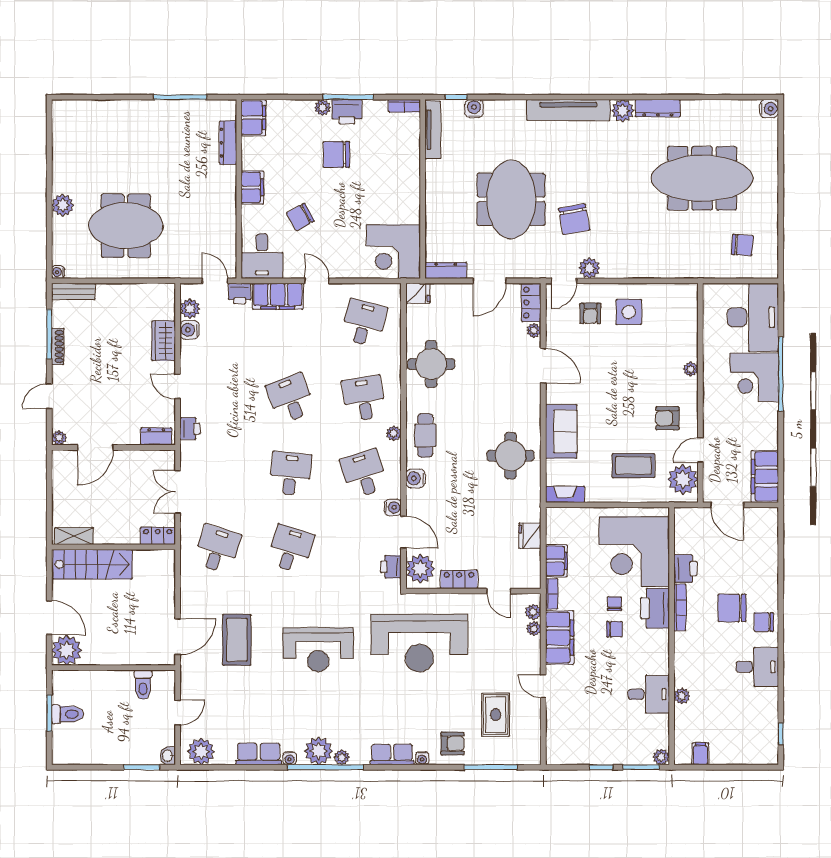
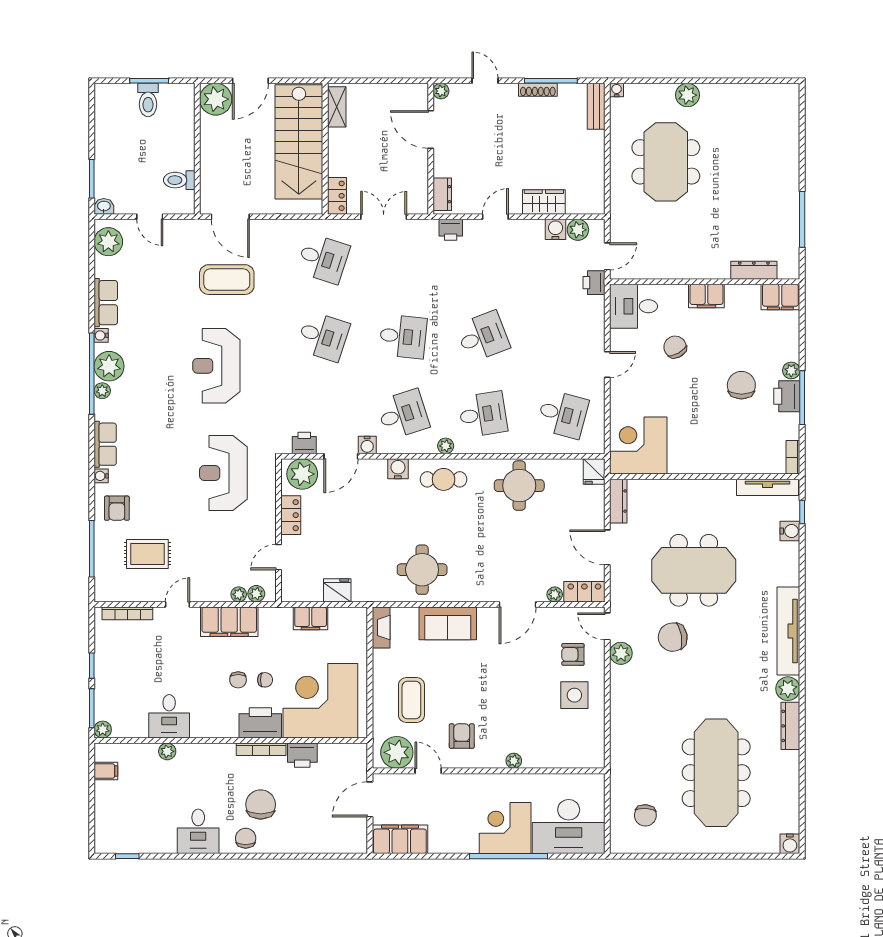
filing cabinet: (278, 296) -> (591, 323), removed
stairs: (93, 564) -> (299, 142), width x1.36, depth x1.51
bookcase: (552, 594) -> (127, 613), moved, width x1.56
reception desk: (419, 643) -> (223, 473), width x0.74, depth x0.77

